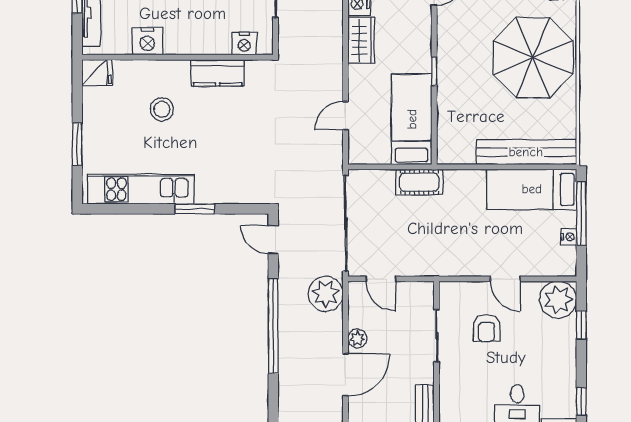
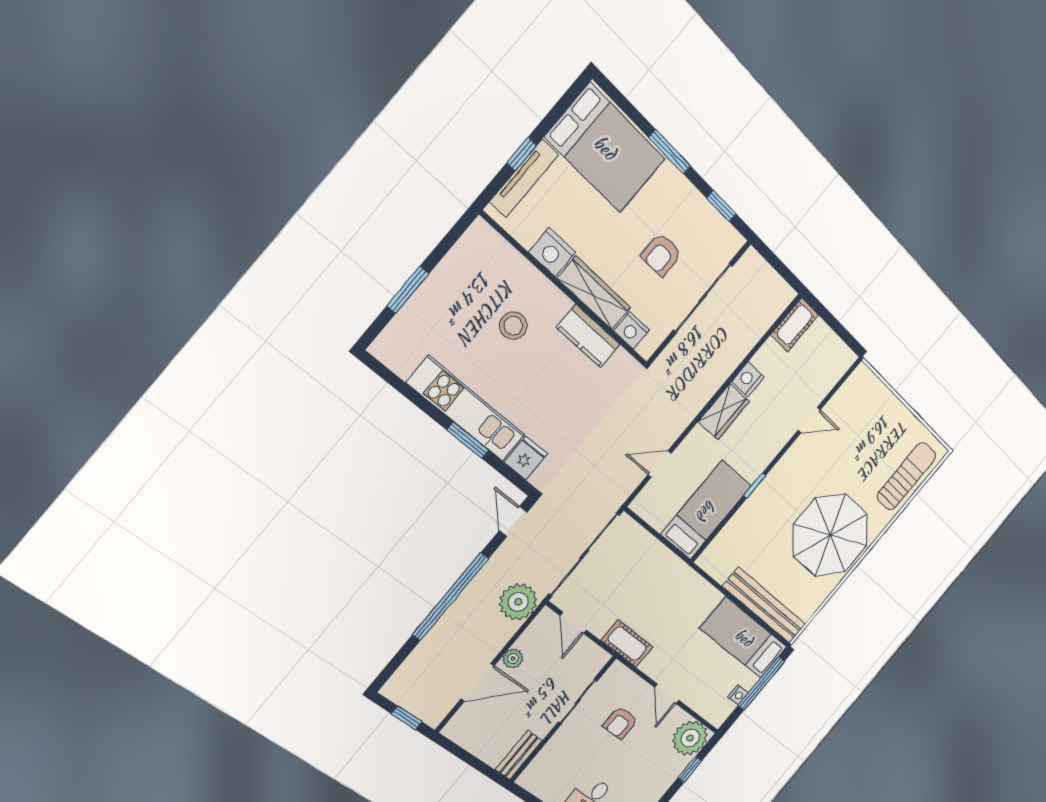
wardrobe: (197, 42) -> (594, 293), added
fridge: (97, 73) -> (526, 458), moved, turned -90
cot: (419, 182) -> (627, 644), moved
kitchen unit: (141, 189) -> (466, 409), moved

